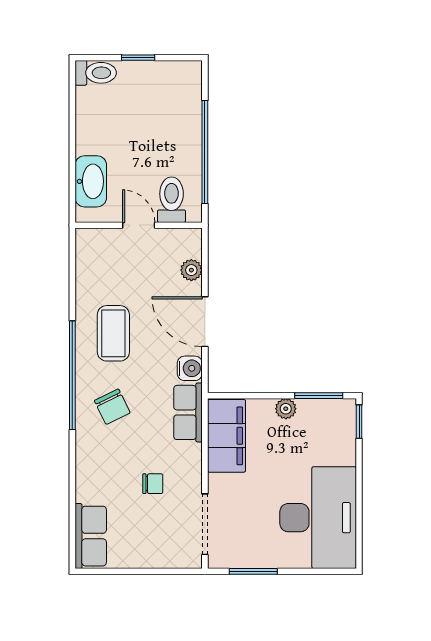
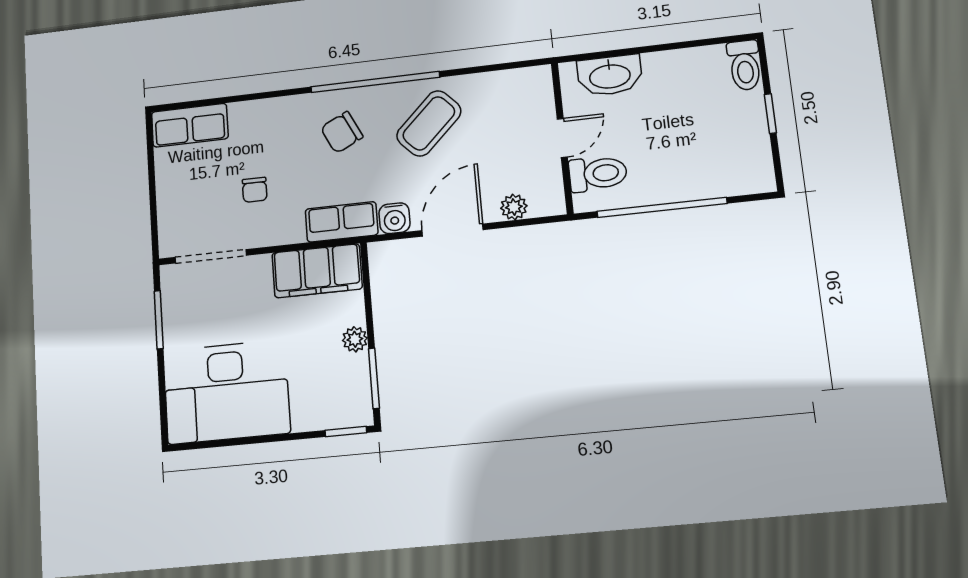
coffee table: (113, 333) -> (429, 123), turned -44

